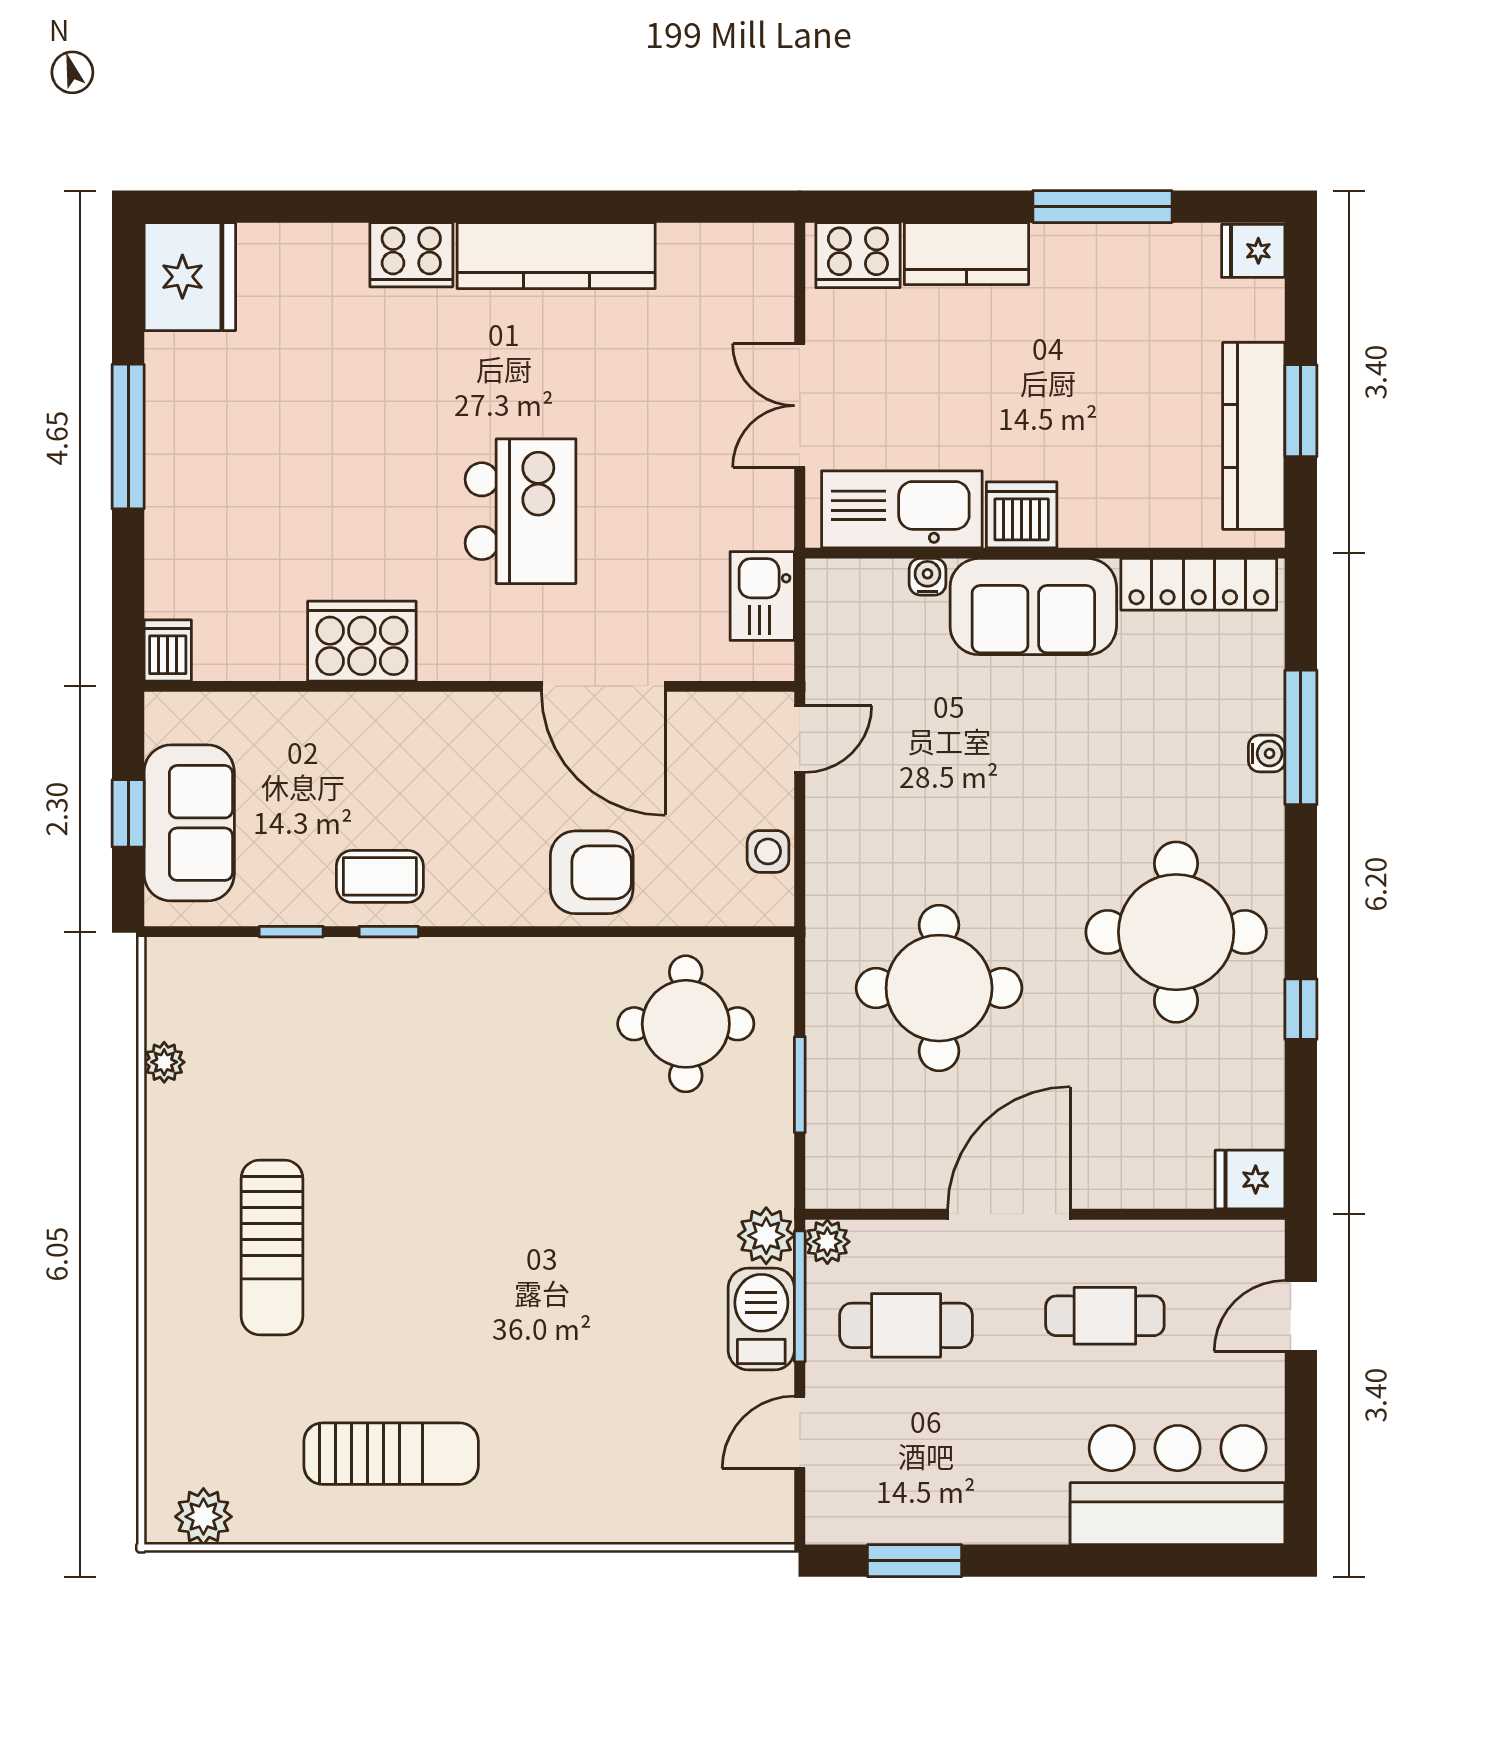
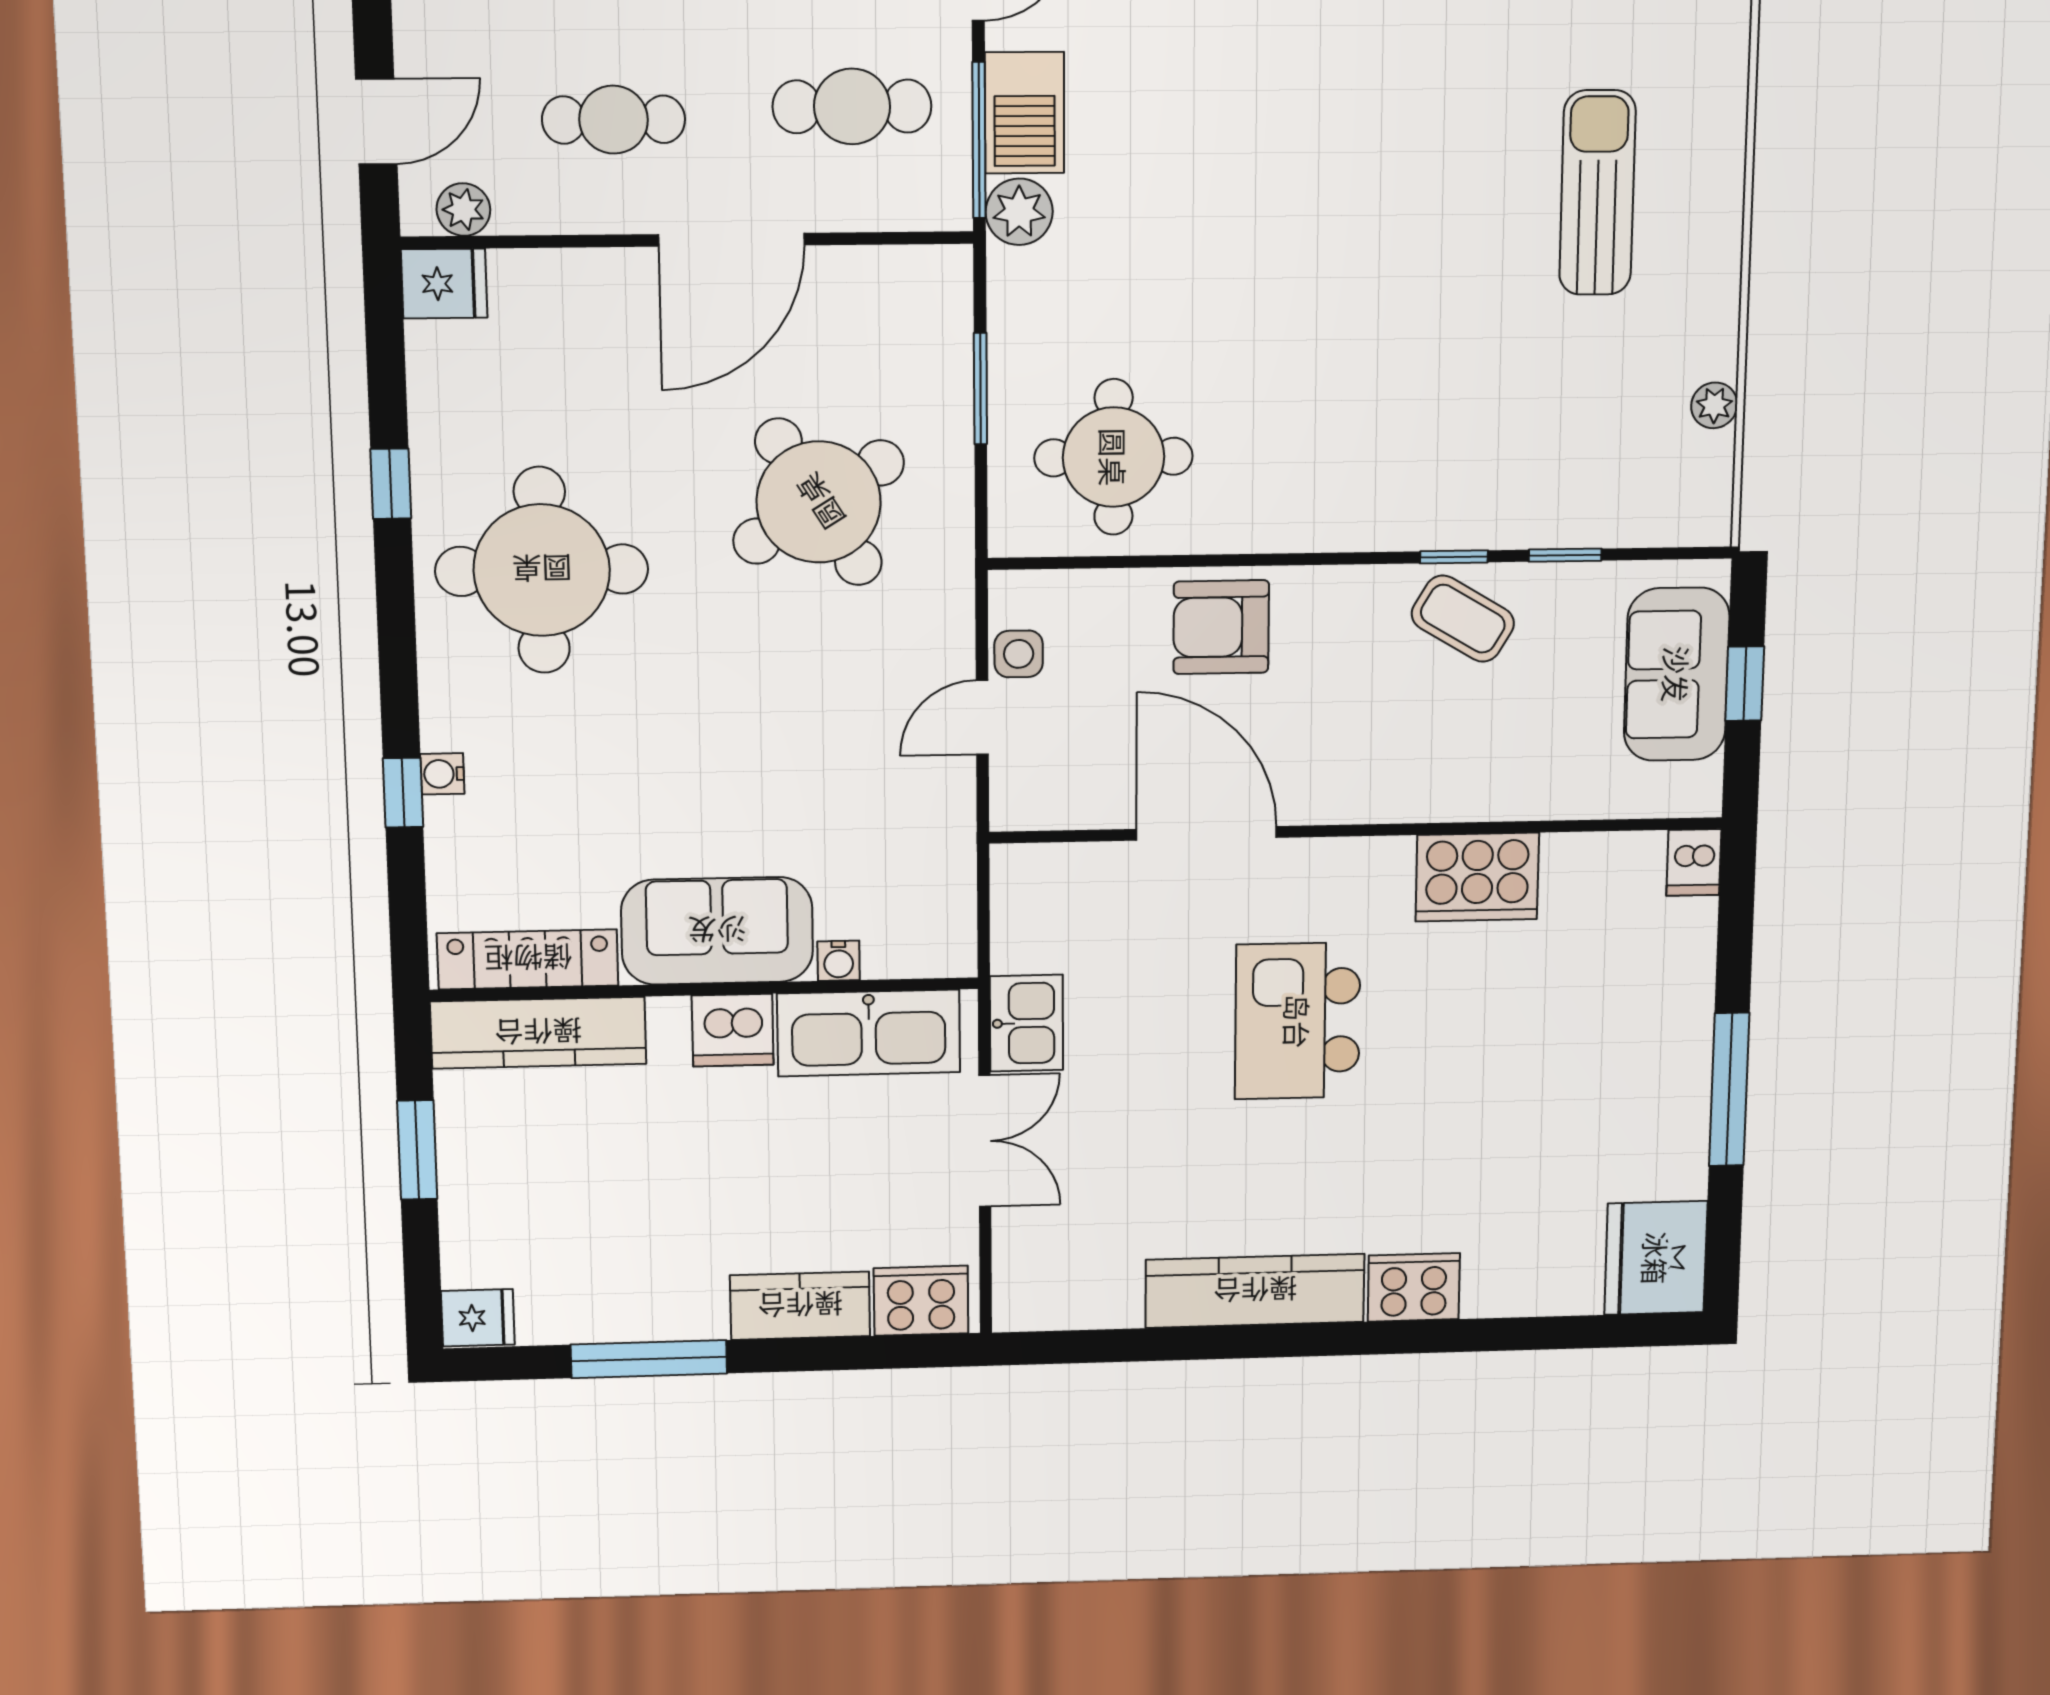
kitchen counter: (1254, 436) -> (538, 1033), moved, turned 90
kitchen sink: (762, 596) -> (1026, 1023), moved
window: (1301, 737) -> (403, 793), width x0.46
door: (800, 739) -> (982, 717), moved
coffee table: (380, 876) -> (1463, 619), turned 31
round table: (939, 988) -> (819, 502), turned -32
plant: (827, 1242) -> (463, 210), moved

